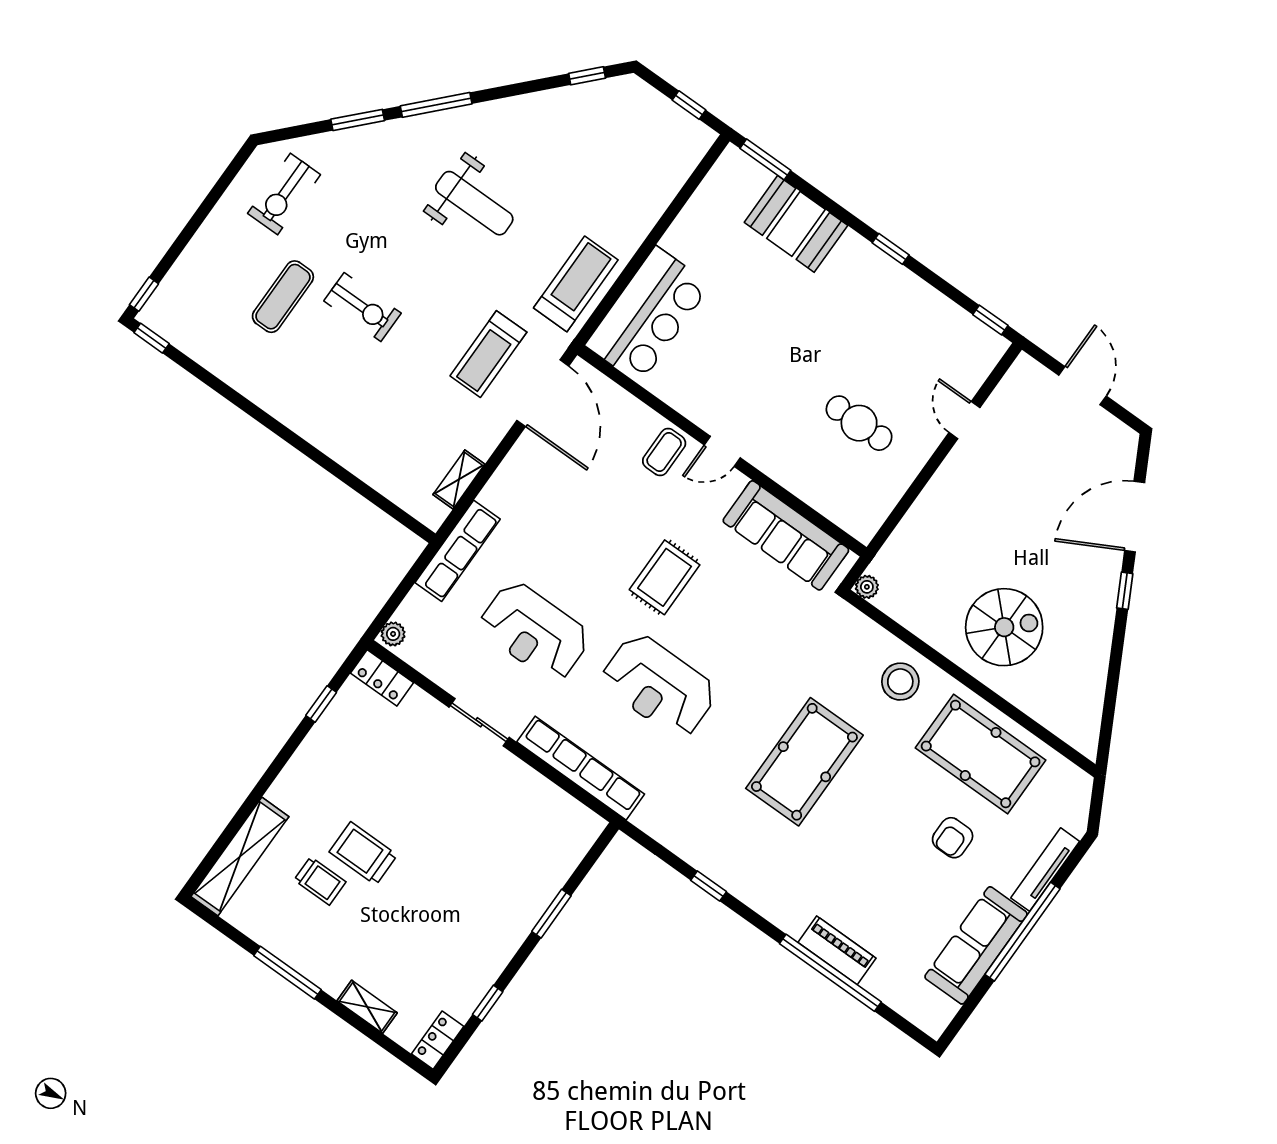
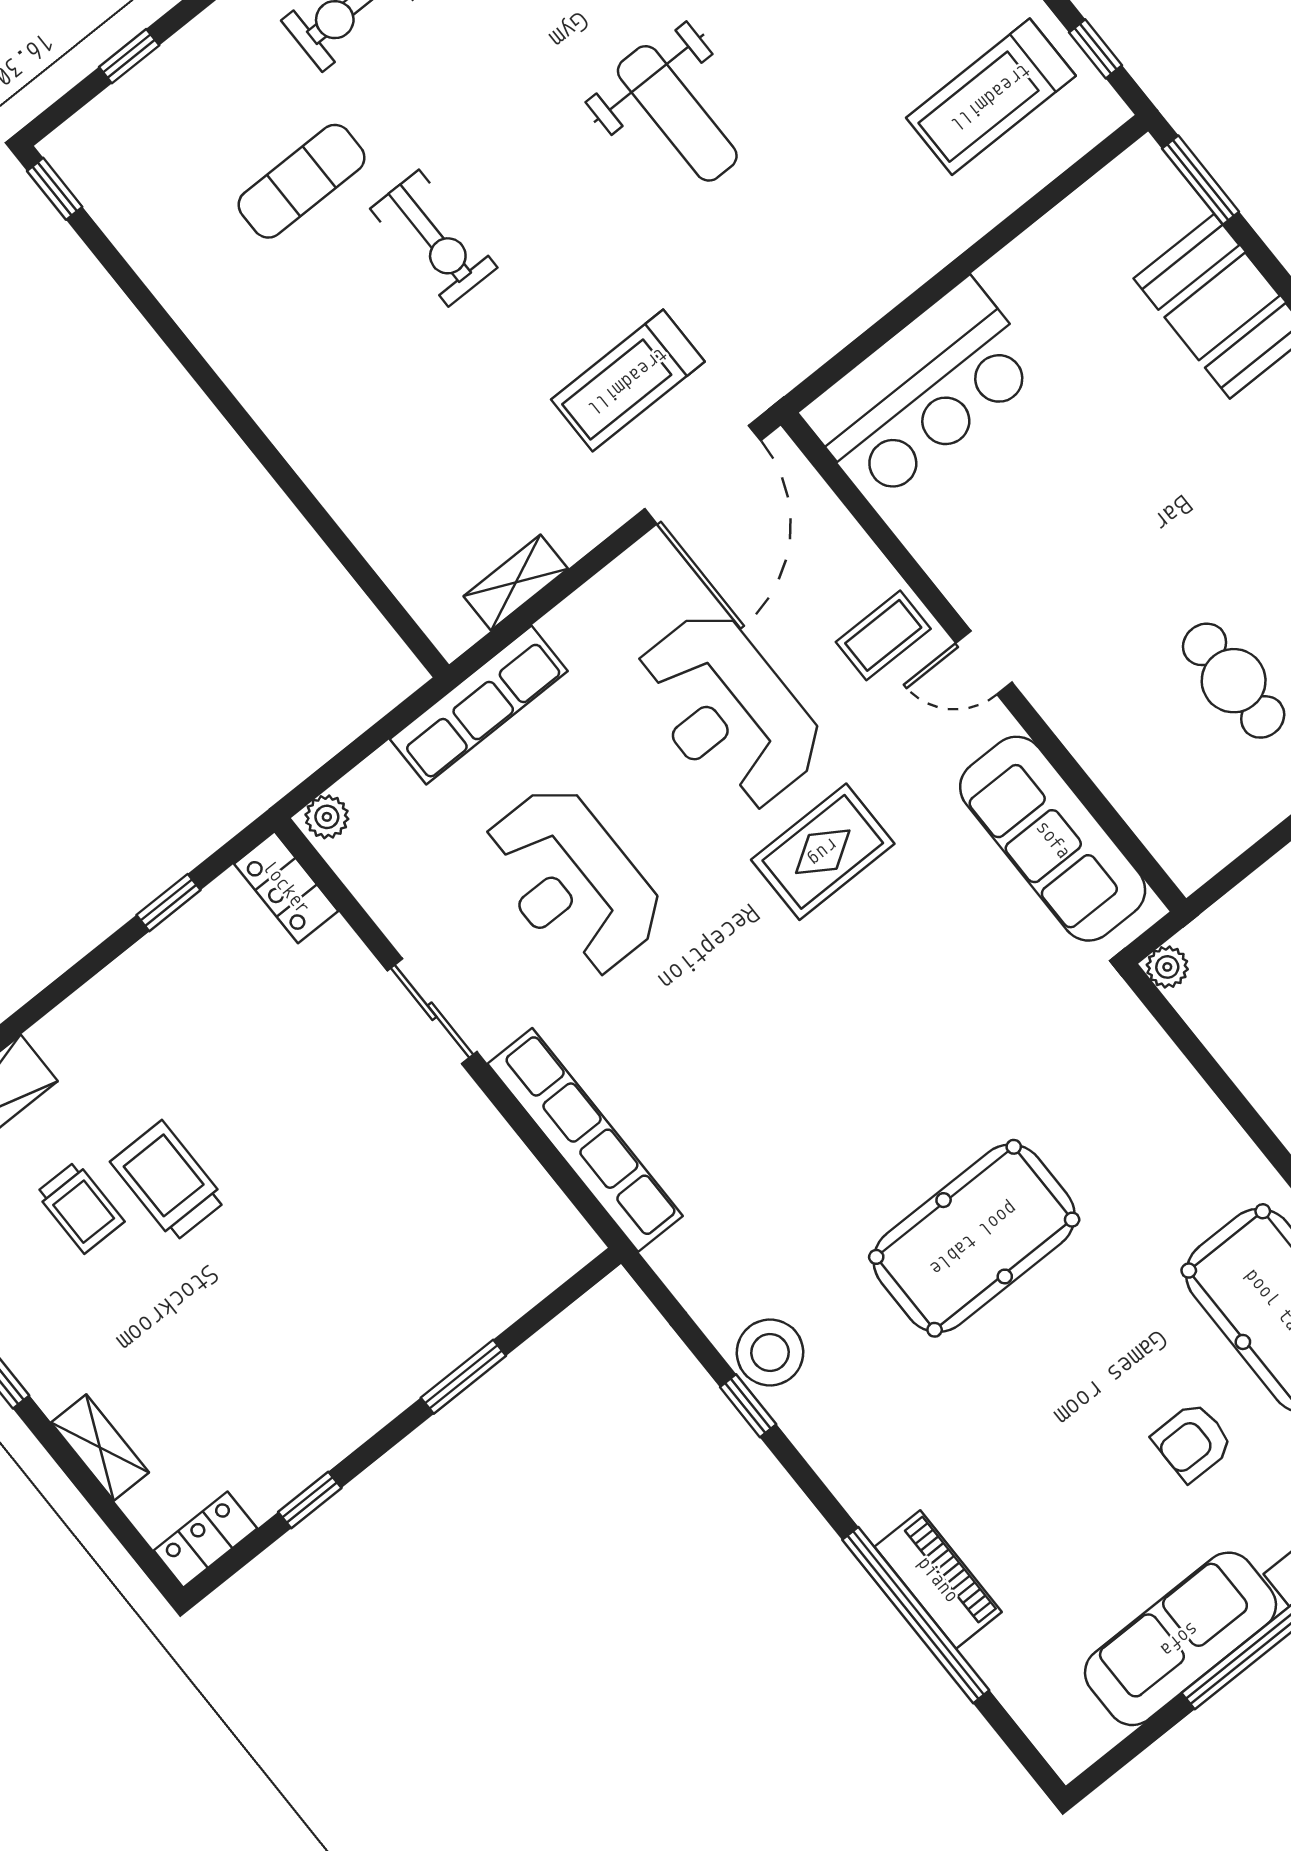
treadmill: (576, 284) -> (991, 97), moved, turned 180
window: (144, 294) -> (129, 56), moved
stool: (900, 682) -> (770, 1352), moved
reception desk: (659, 686) -> (728, 711), moved

